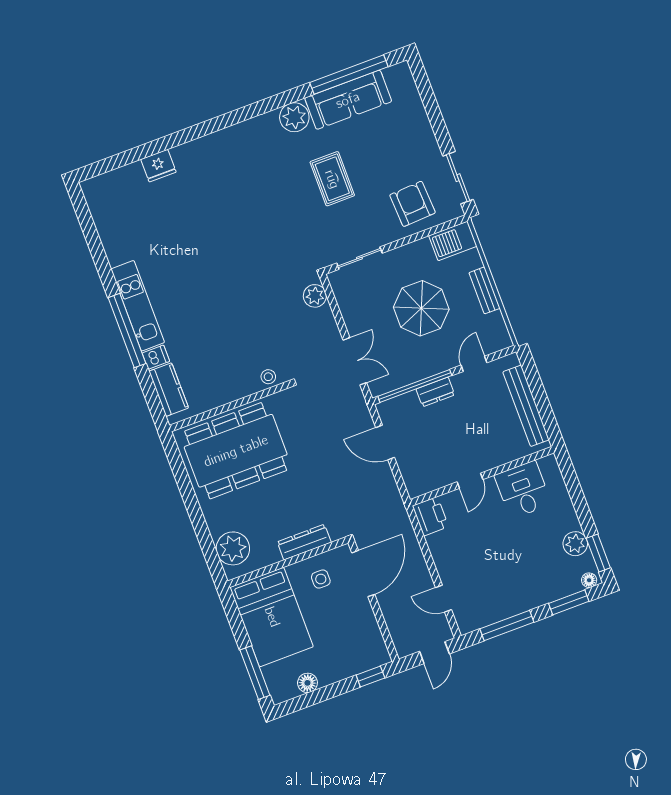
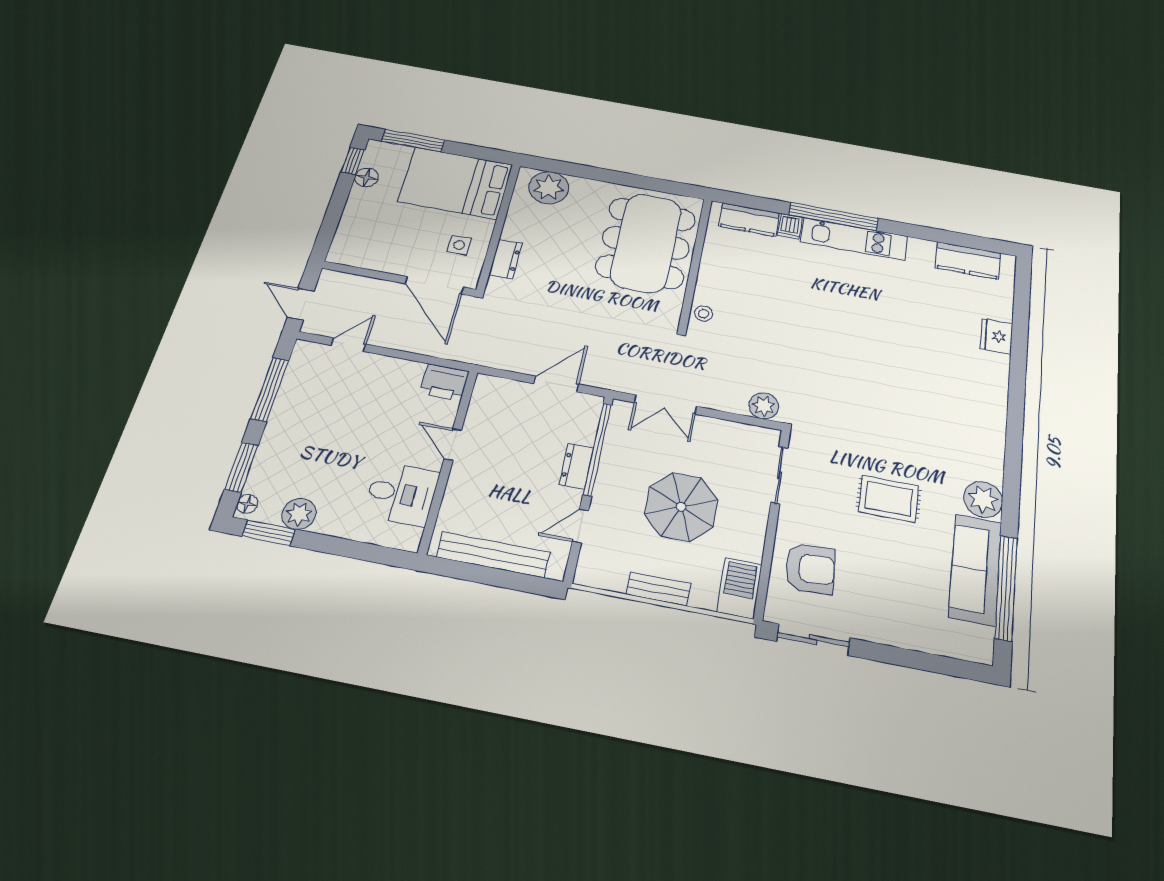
kitchen counter: (105, 215) -> (968, 260), added
door: (474, 364) -> (580, 526), swing flipped
dresser: (304, 542) -> (506, 259), width x0.70
window: (370, 676) -> (353, 161), moved

